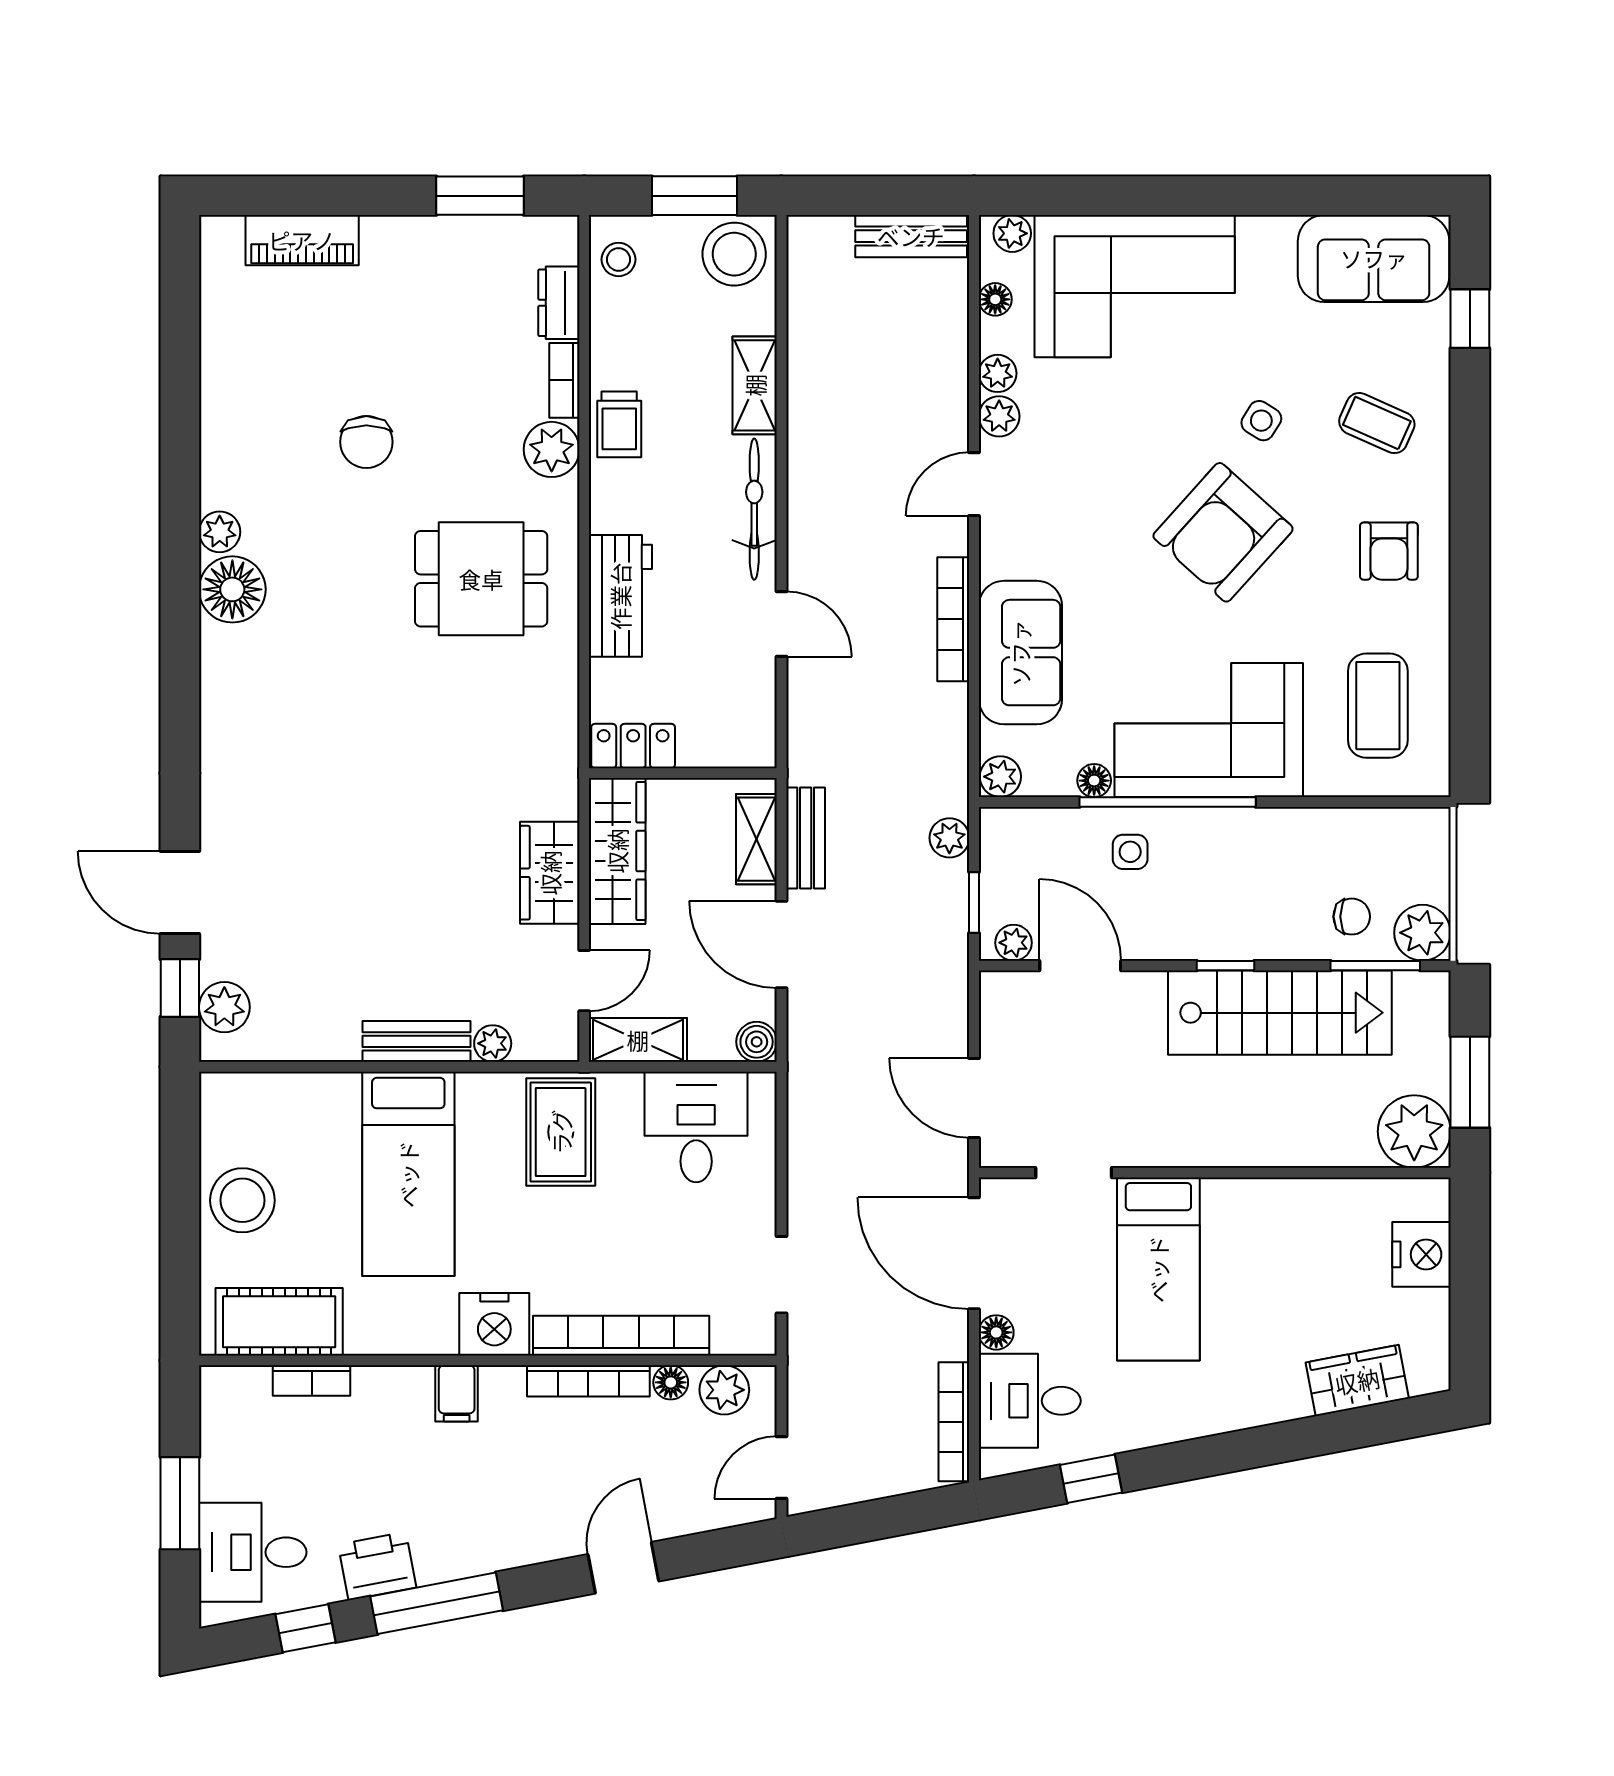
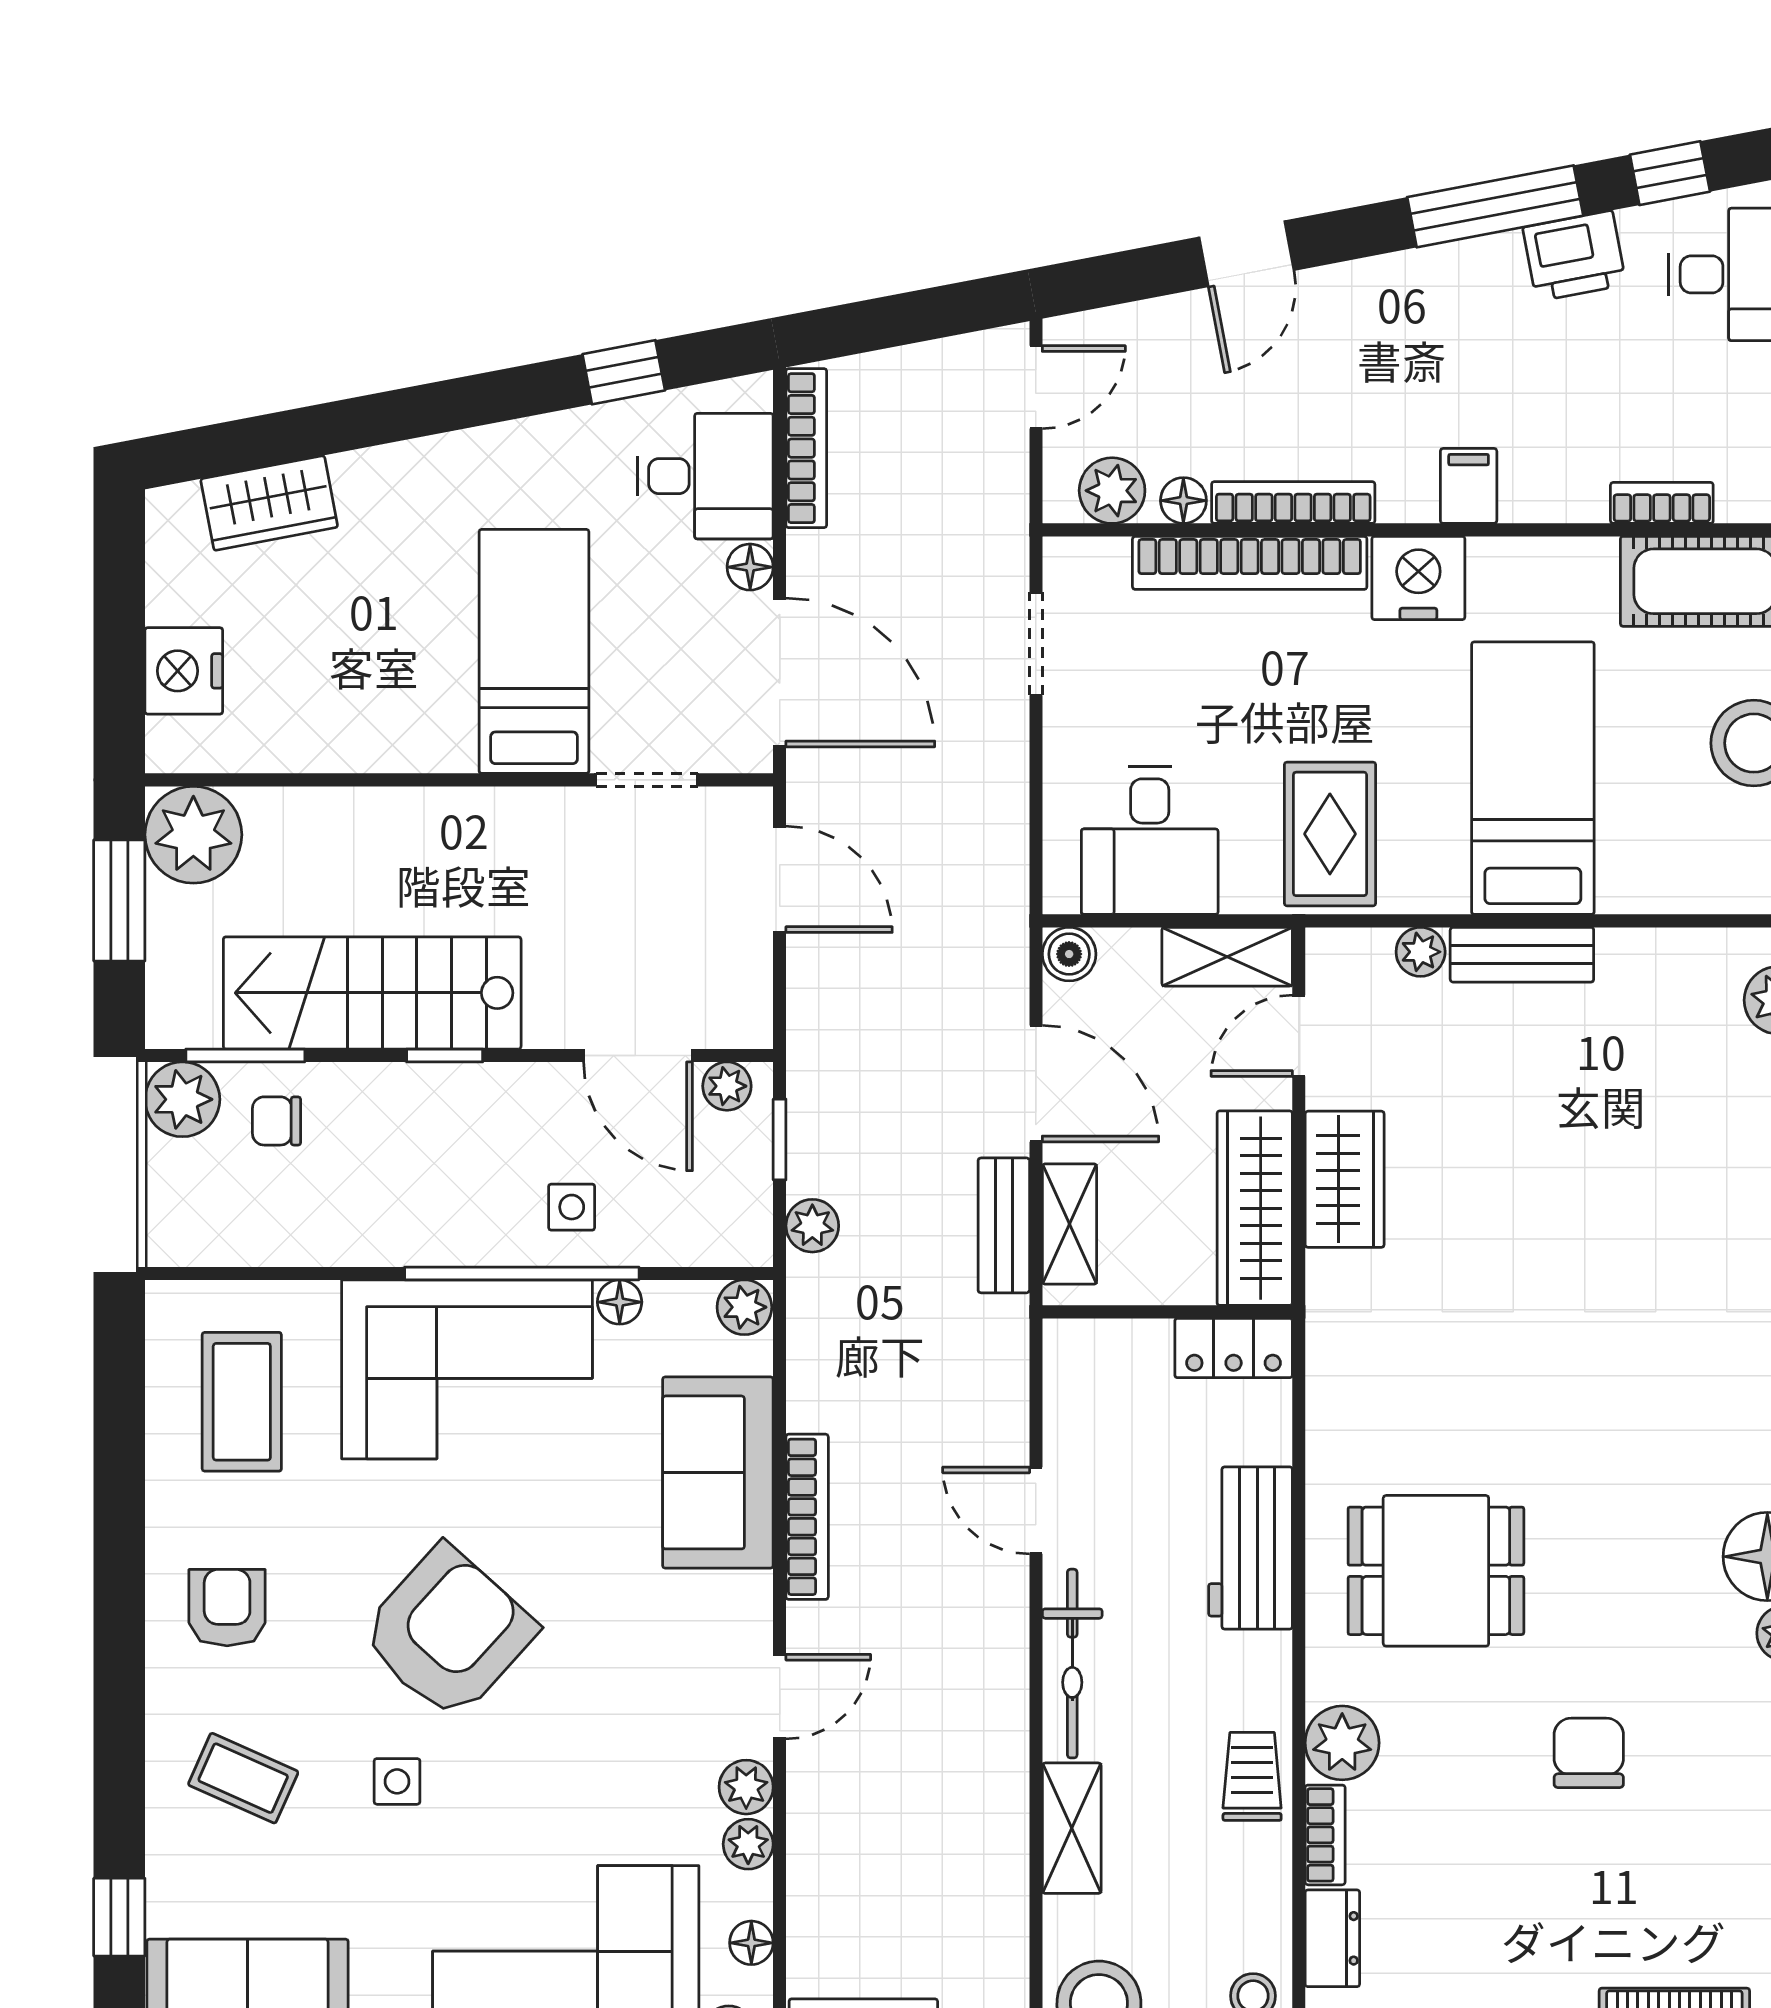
side table: (1261, 421) -> (397, 1781), turned -32

